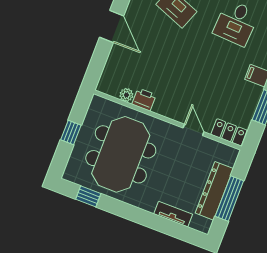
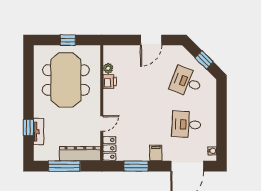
meeting table: (121, 154) -> (66, 80), turned 90
dresser: (214, 191) -> (80, 154), moved
window: (88, 196) -> (28, 128), moved

